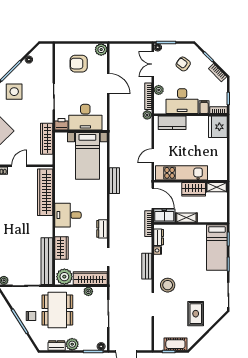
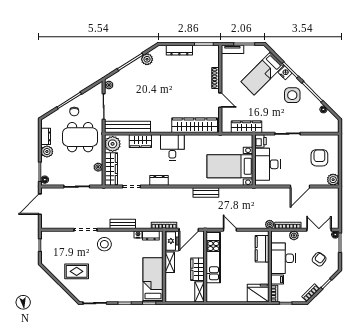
bed: (217, 248) -> (153, 280), moved, turned 90
cot: (175, 344) -> (47, 252), removed

